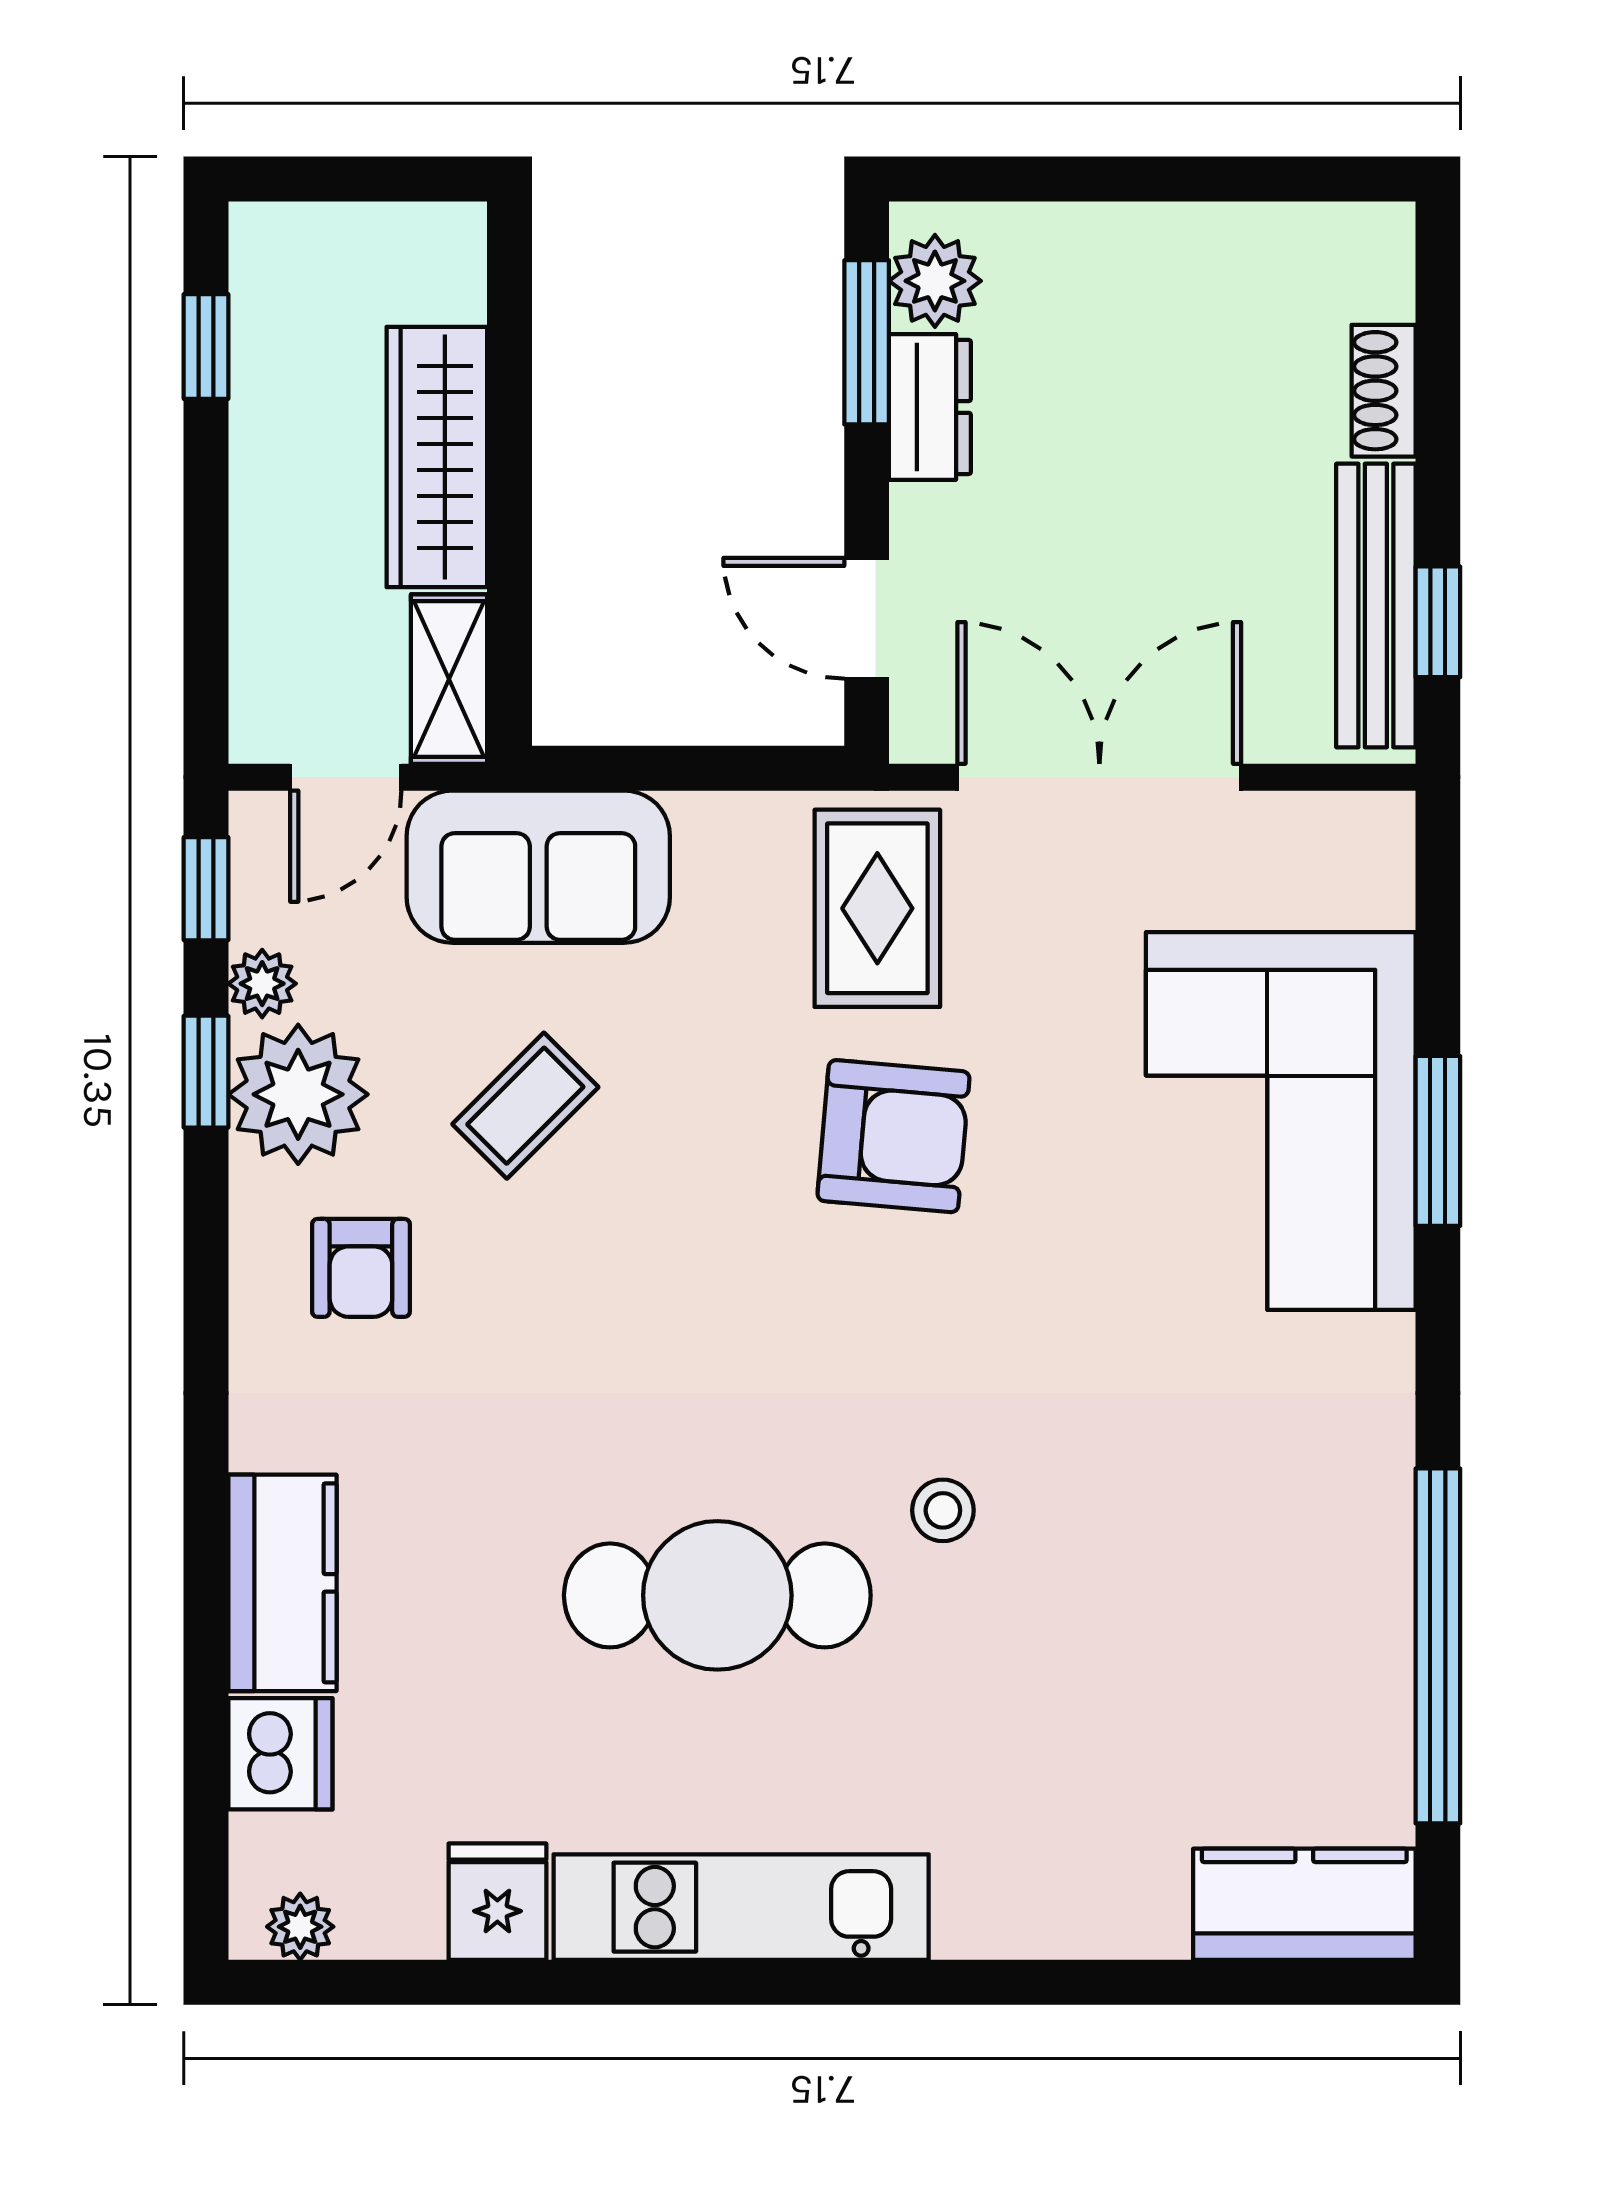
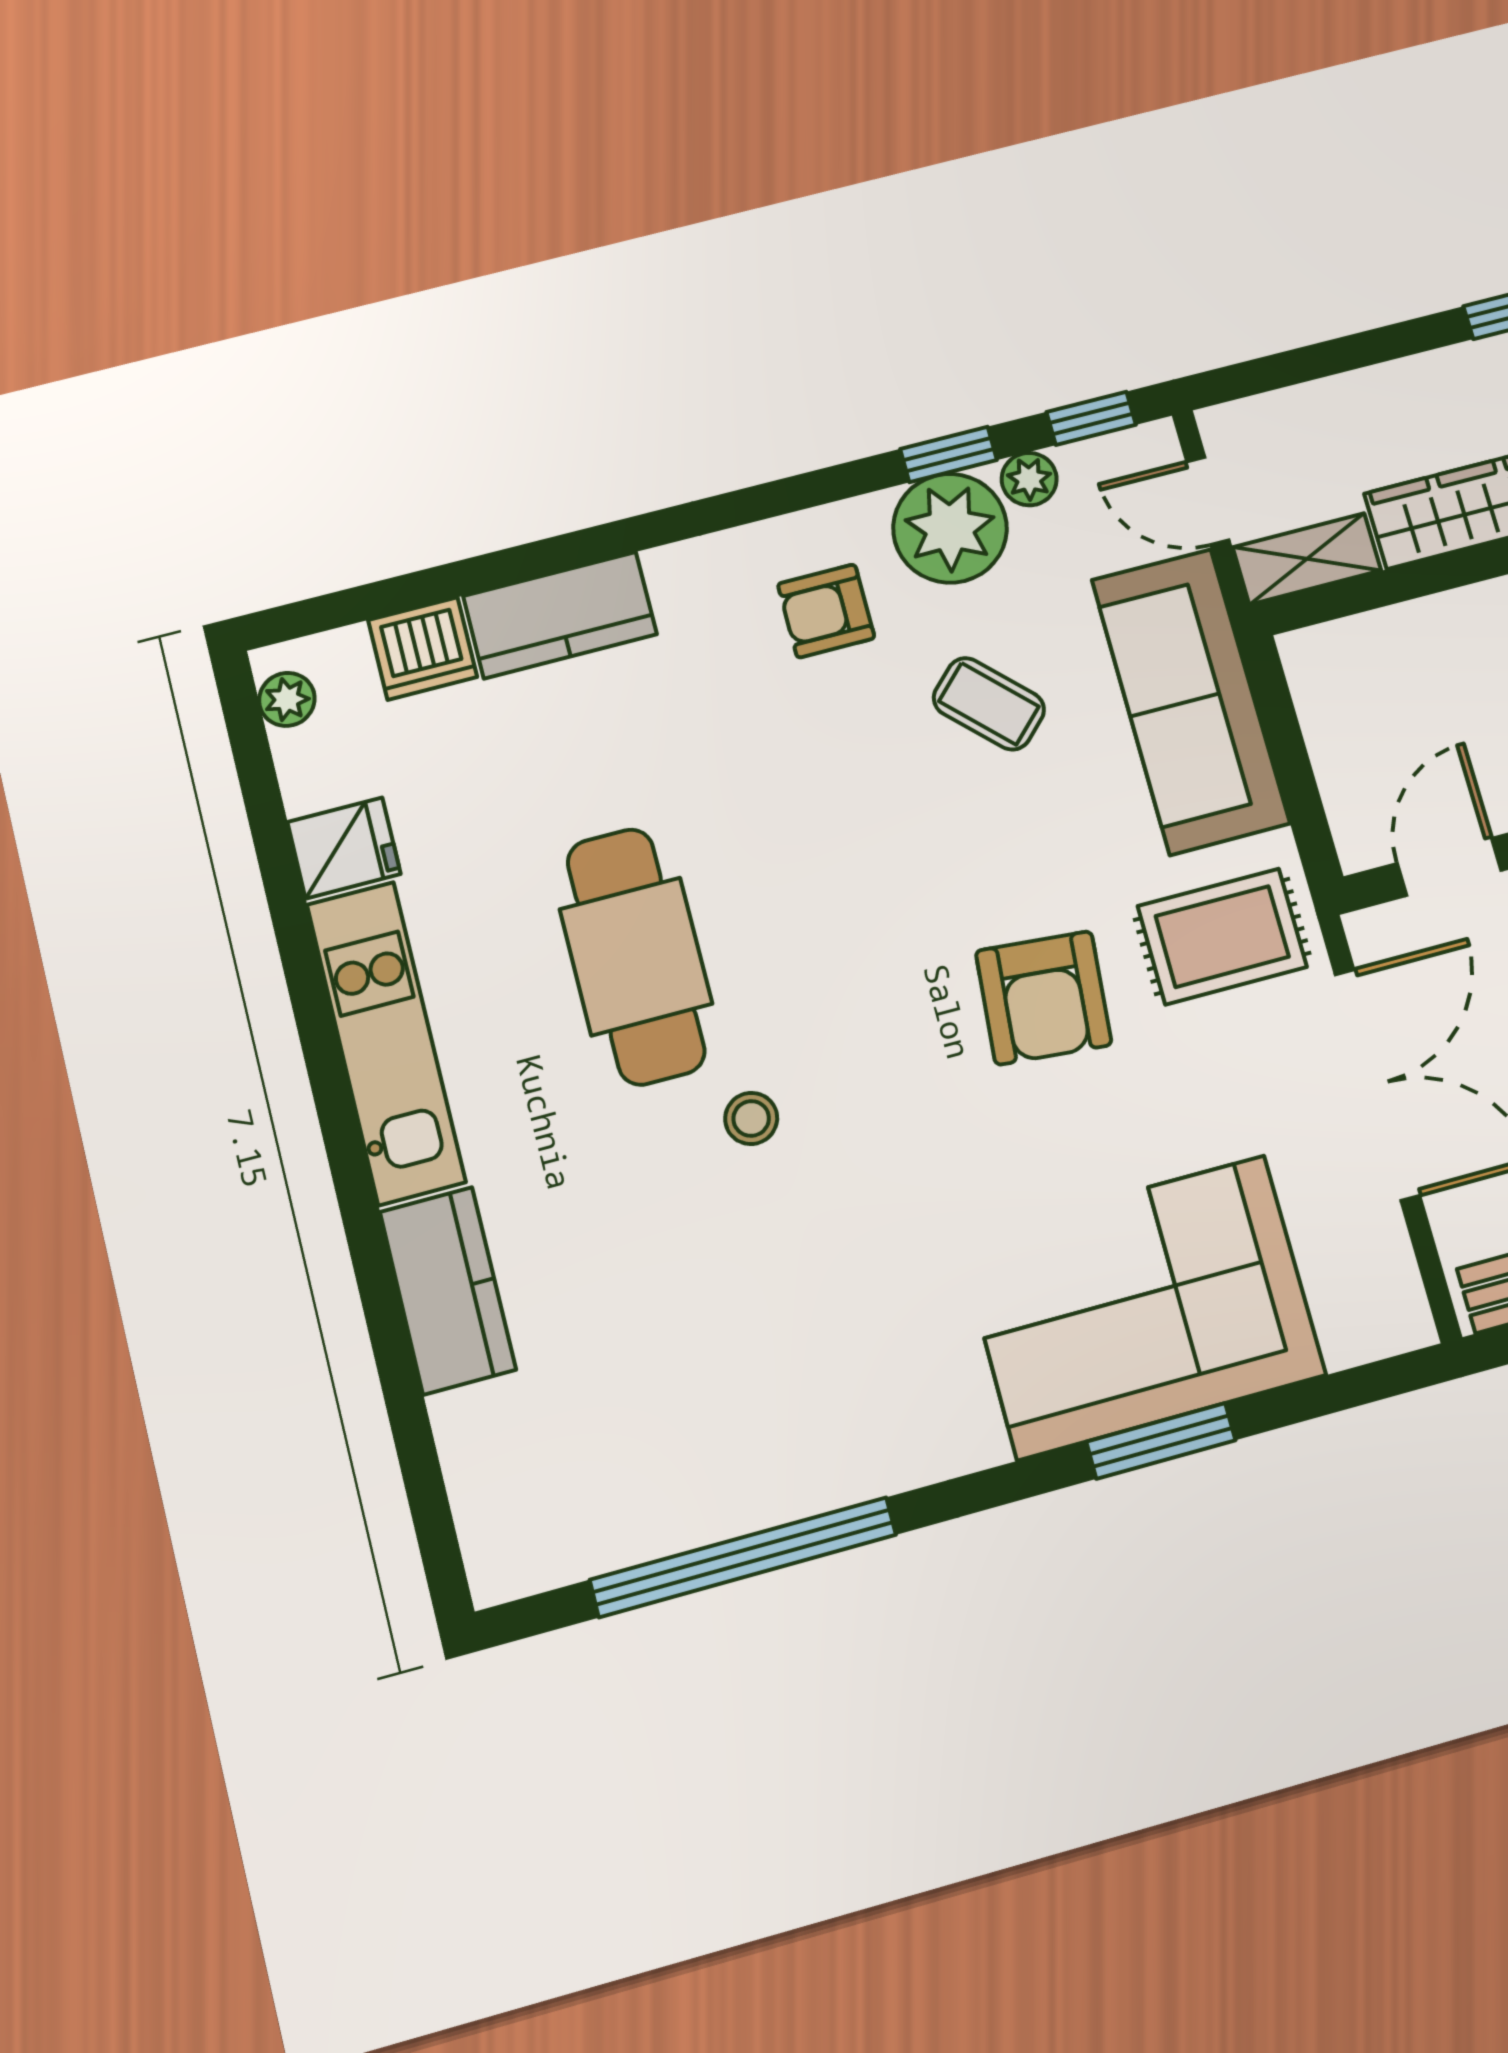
sofa: (538, 867) -> (1190, 701), width x1.36
kitchen counter: (1304, 1904) -> (448, 1291), moved

